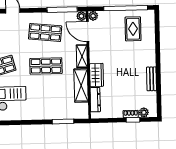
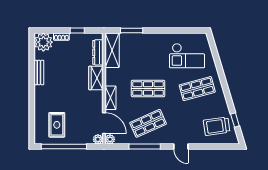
window: (62, 10) -> (145, 147), moved
shop shelf: (45, 32) -> (148, 123), turned -30
shelving: (81, 85) -> (112, 50), moved
plant: (144, 112) -> (43, 42), width x1.87, depth x1.87
window: (133, 120) -> (77, 31), moved

